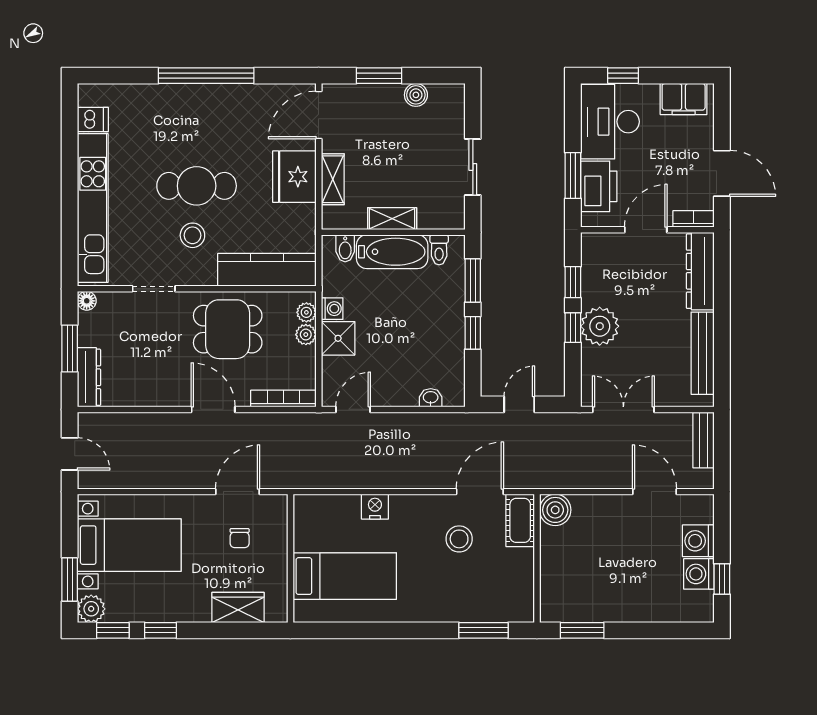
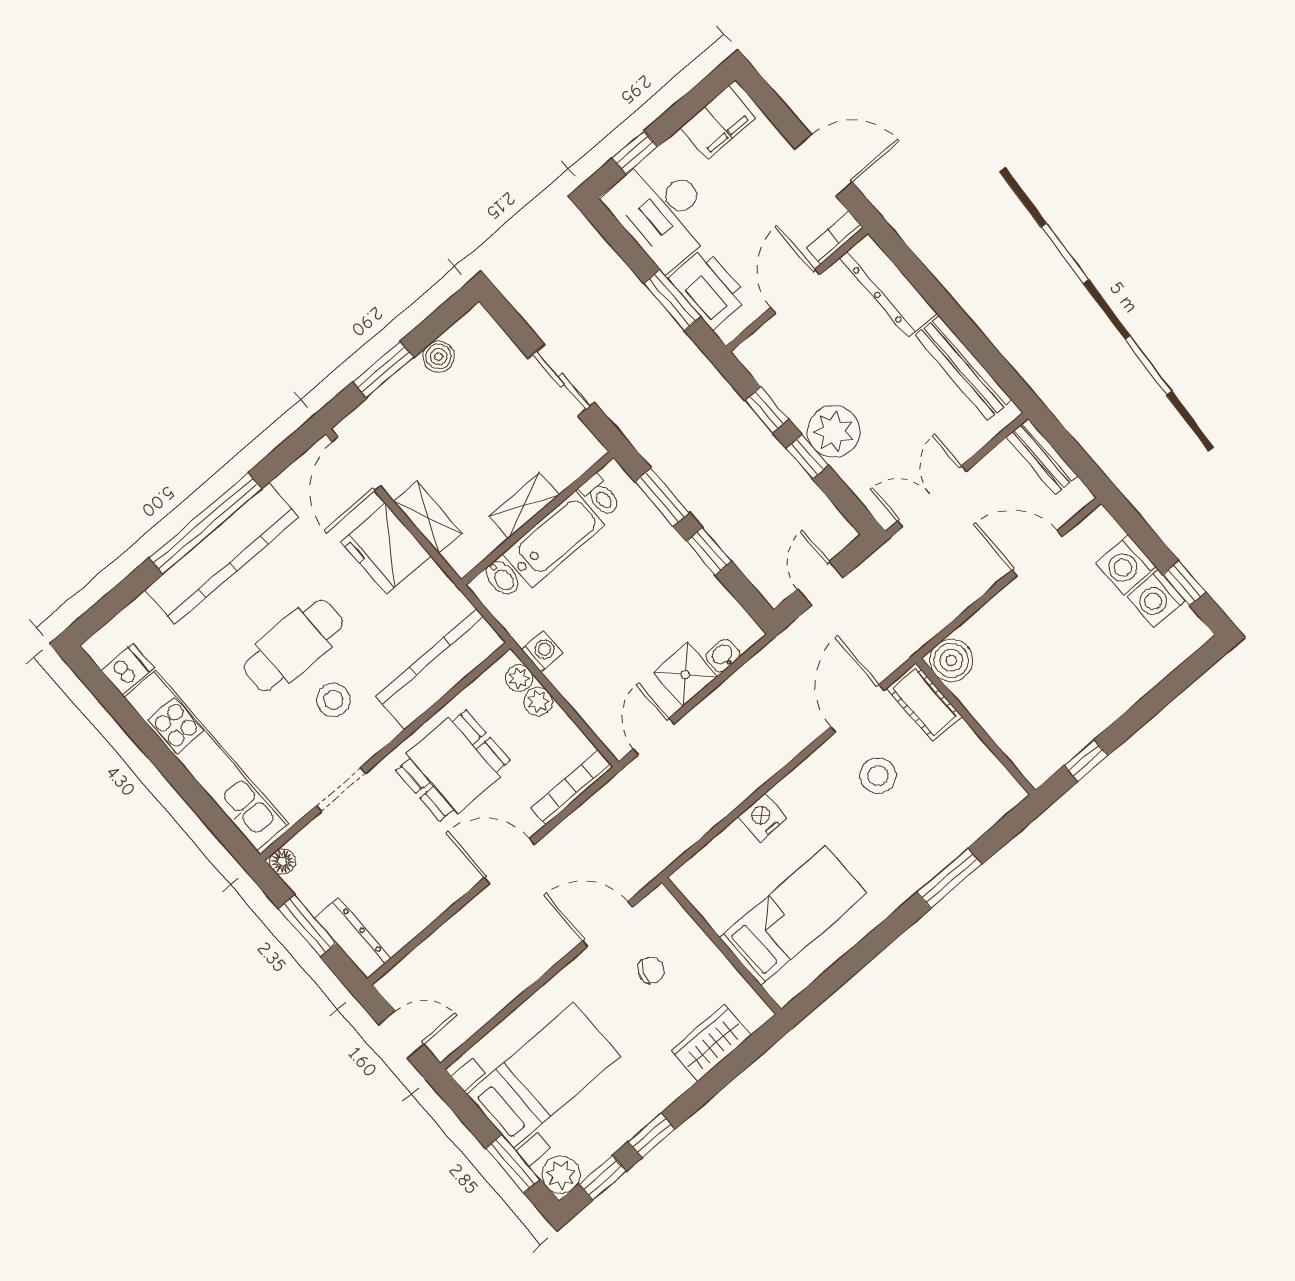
kitchen counter: (201, 100) -> (222, 554), added
shower: (338, 338) -> (685, 674), moved
door: (238, 492) -> (608, 924), hinge flipped
chair: (240, 538) -> (651, 970), turned -68
window: (484, 630) -> (949, 878), moved
window: (582, 630) -> (1086, 760), width x0.67

